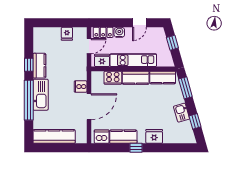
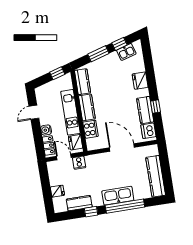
door: (139, 23) -> (34, 112), swing flipped
fridge: (67, 34) -> (57, 191), moved
window: (172, 43) -> (57, 73), moved
kitchen counter: (39, 66) -> (79, 203), moved
cooker: (81, 87) -> (79, 163), moved
window: (185, 88) -> (98, 54), moved
kitchen sink: (182, 113) -> (126, 52), moved
window: (136, 148) -> (155, 107), moved

